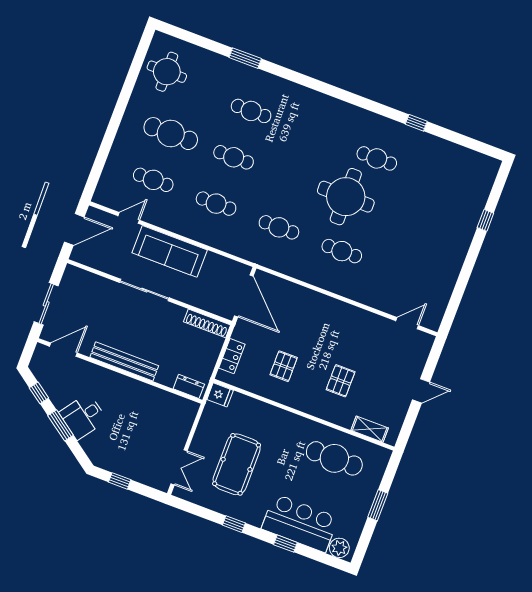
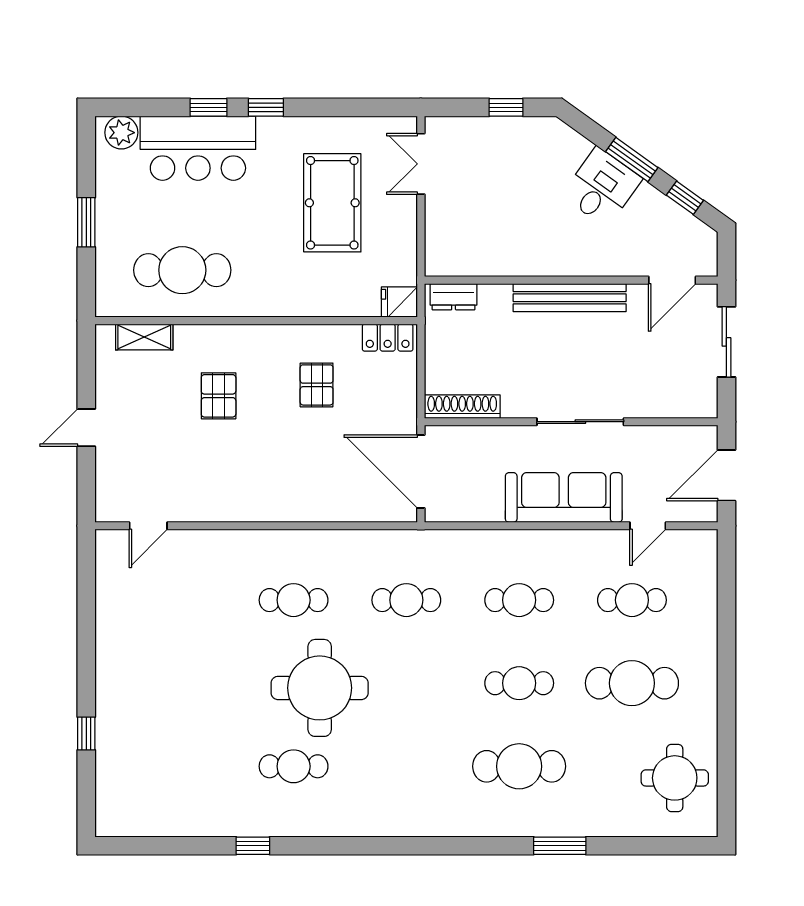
cafe table: (251, 111) -> (519, 766), width x1.37, depth x1.35
locker: (232, 356) -> (388, 338), moved, turned -90
window: (234, 524) -> (266, 107), moved

